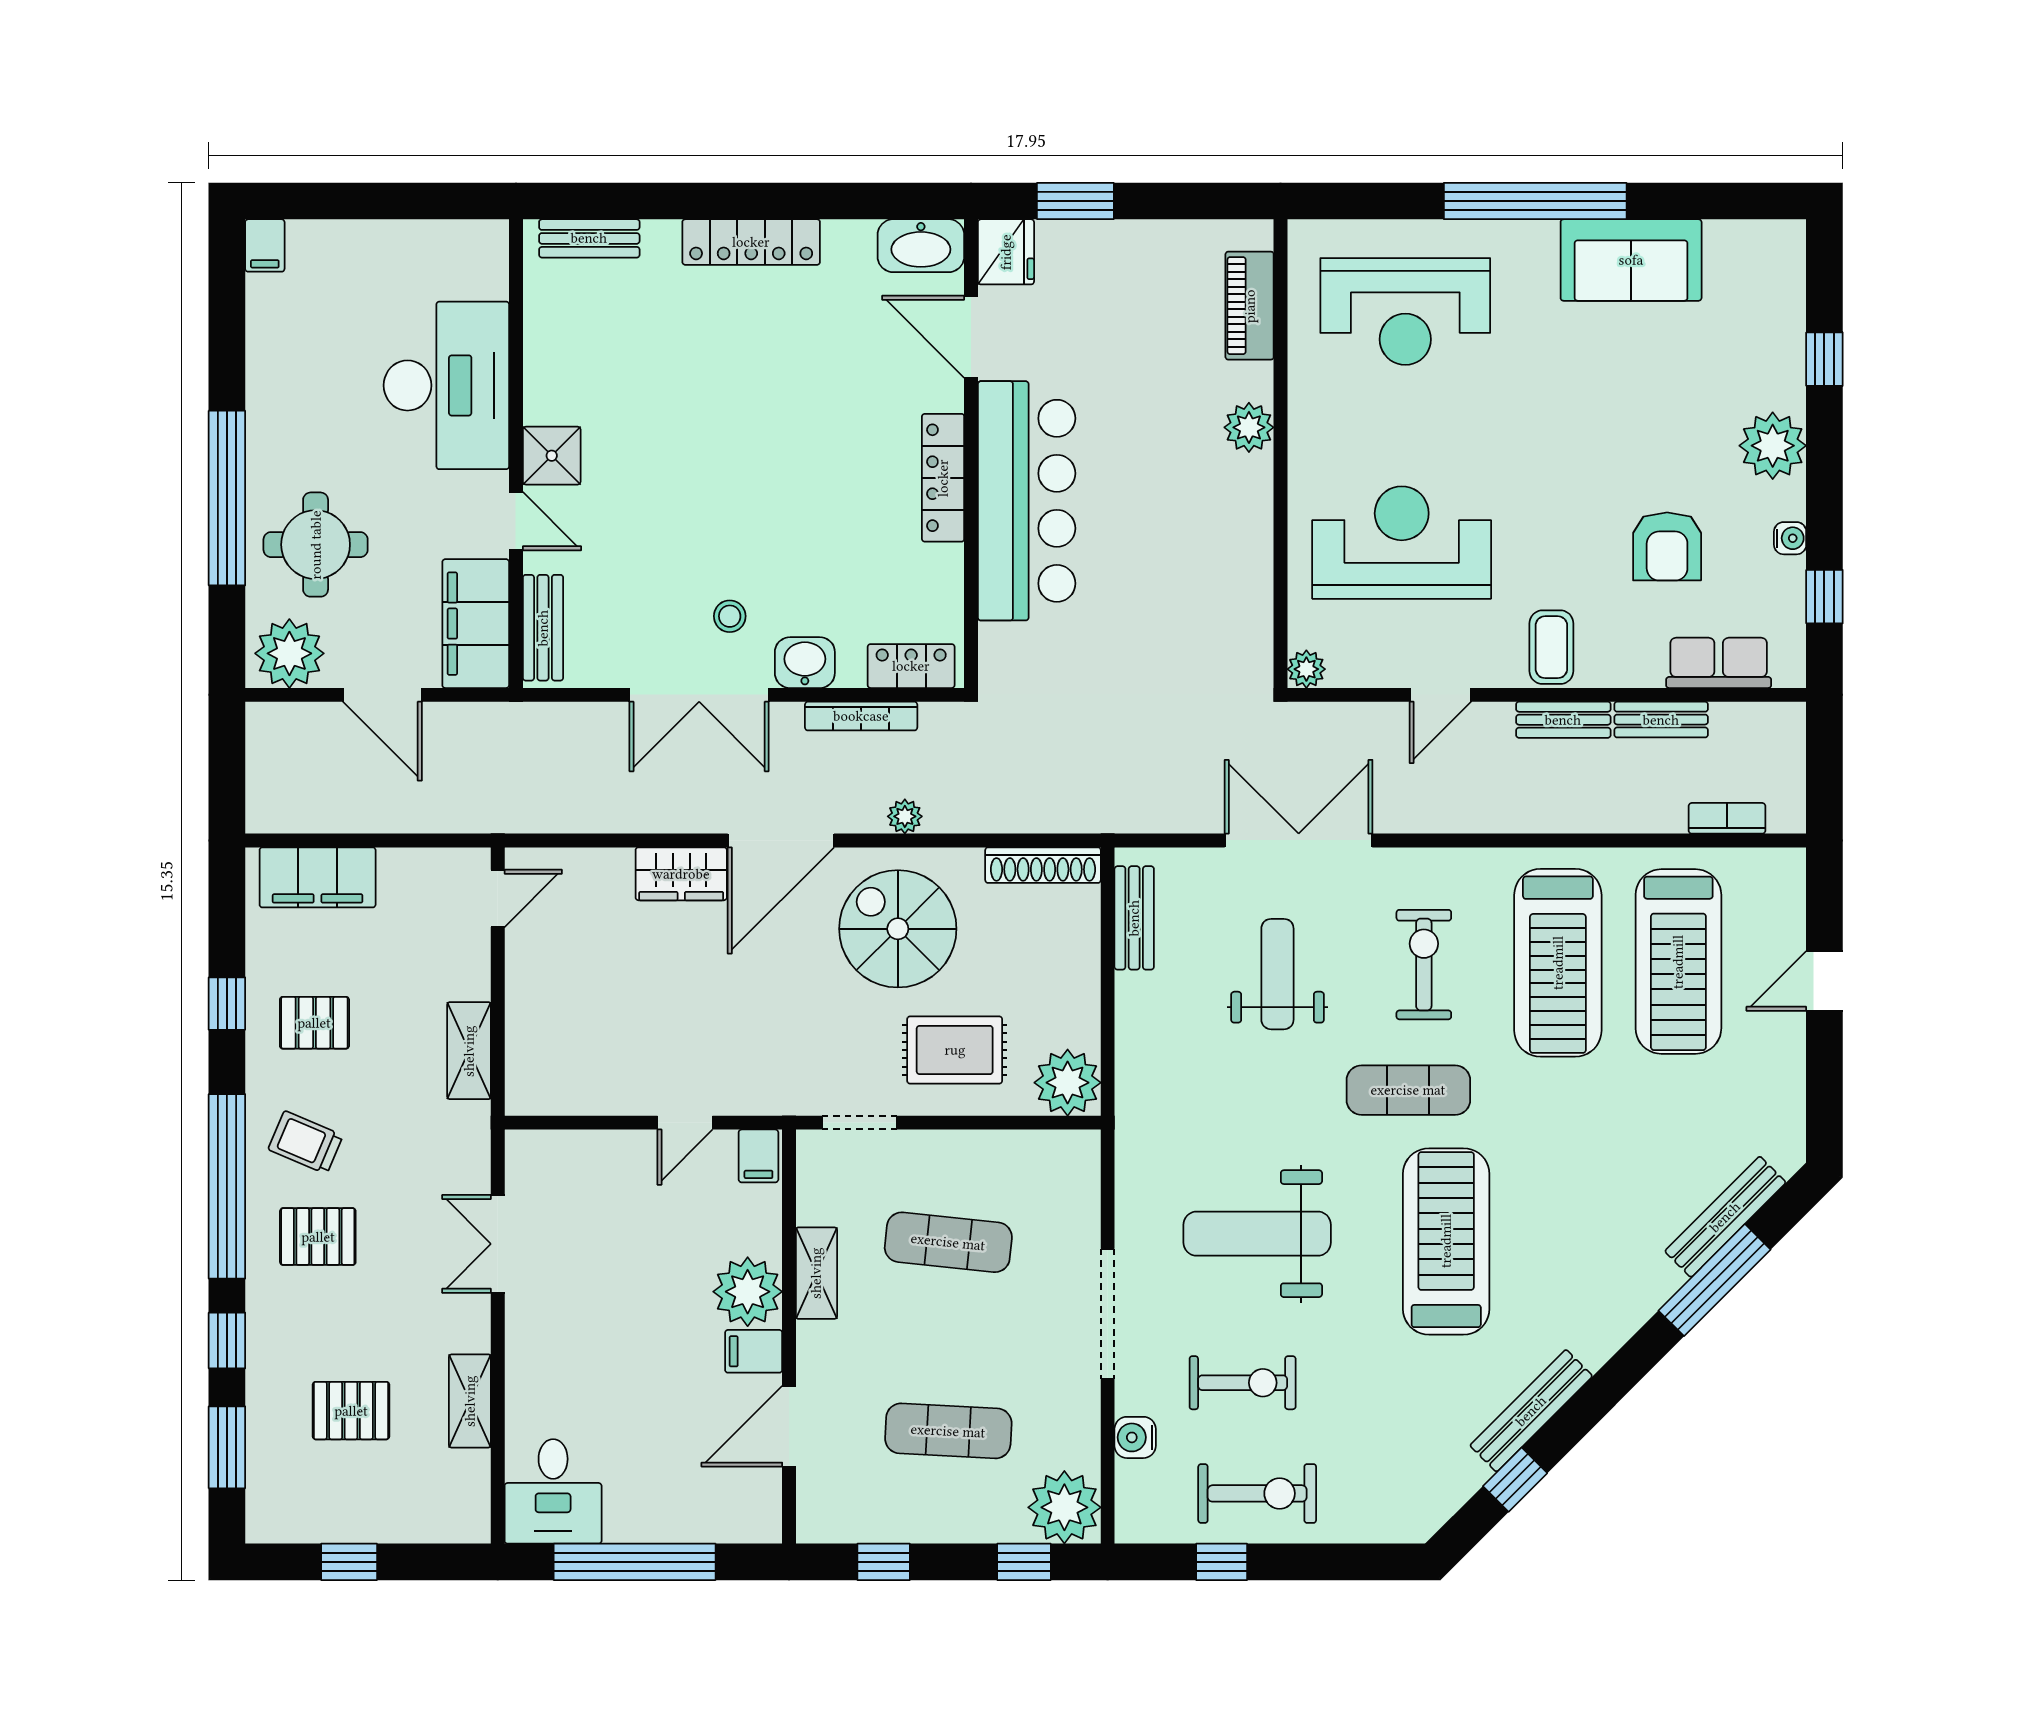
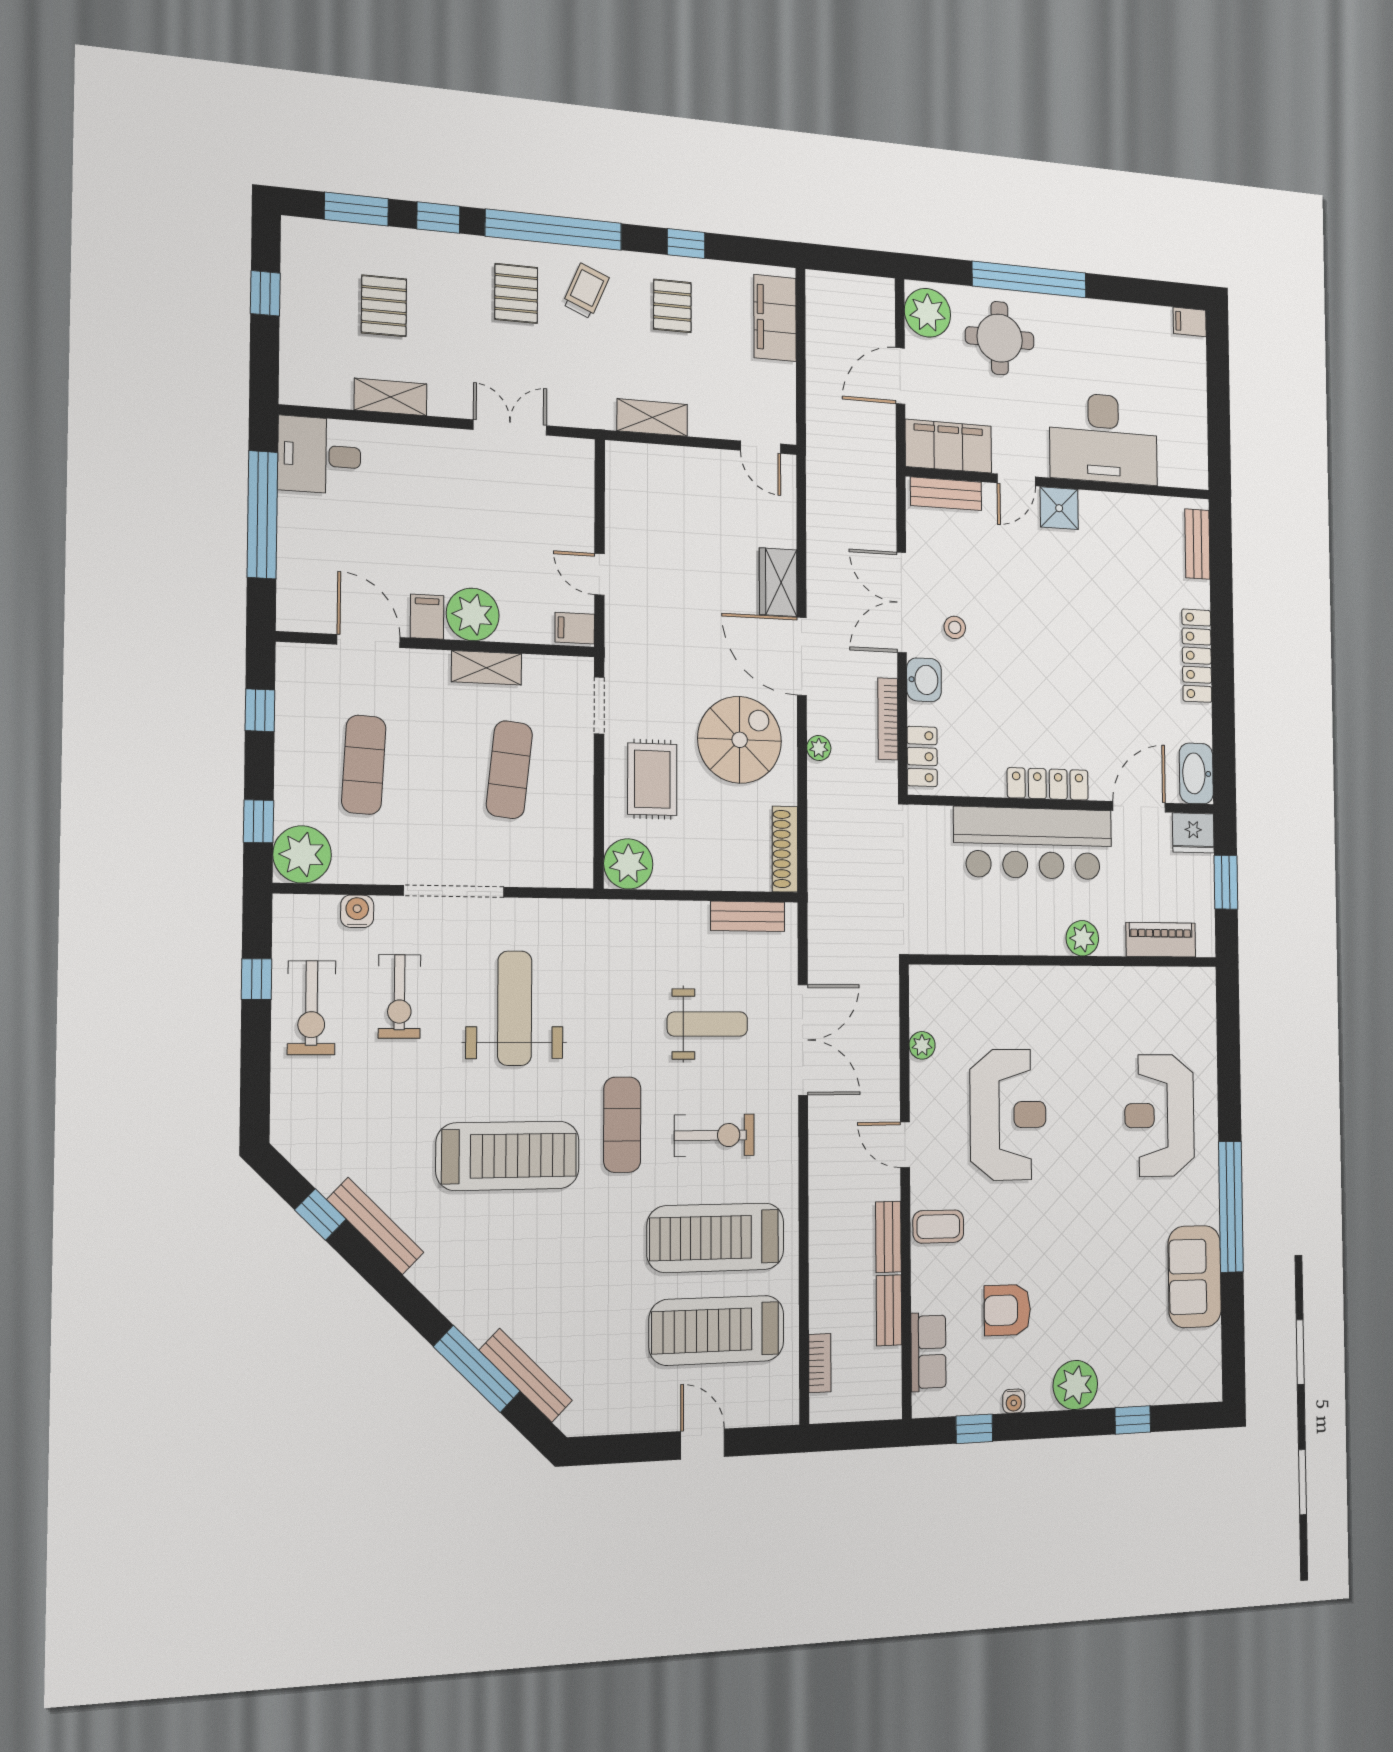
piano: (1250, 306) -> (1161, 940), moved
plant: (1249, 427) -> (1082, 938), moved
wall: (1281, 454) -> (1065, 961), moved

